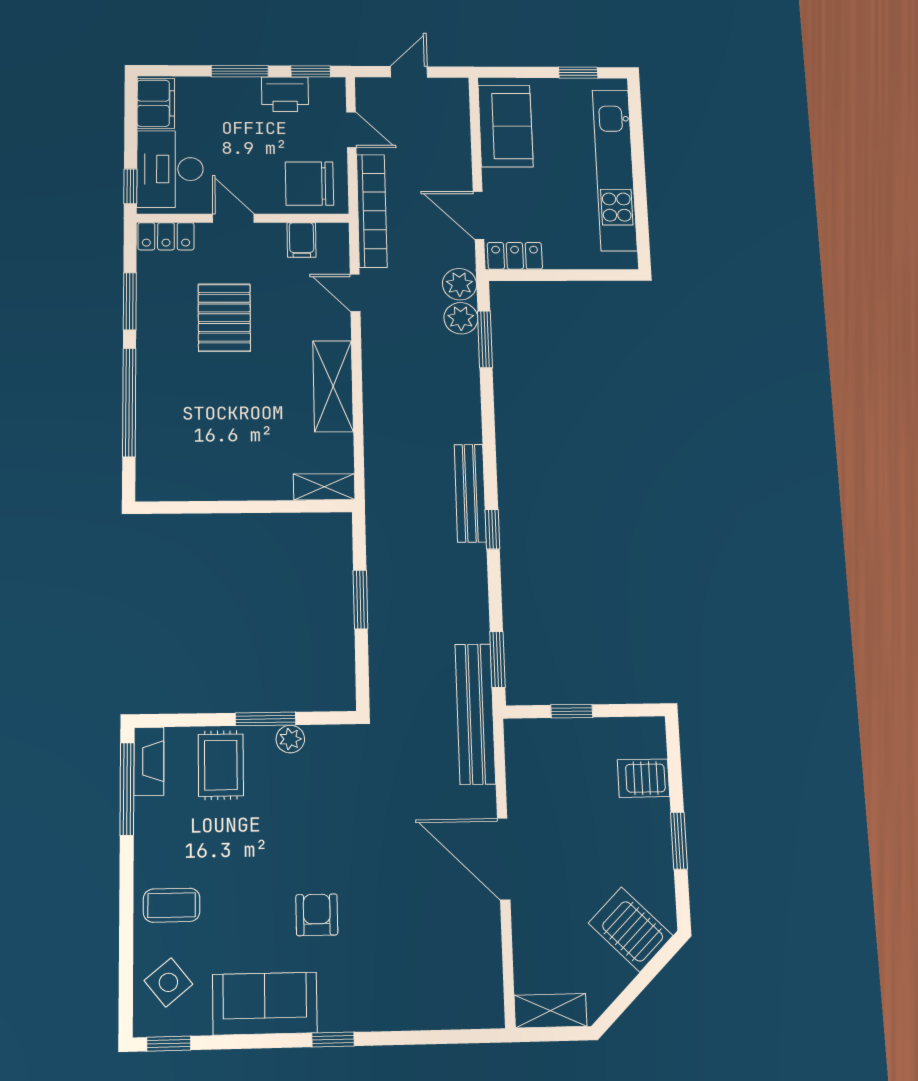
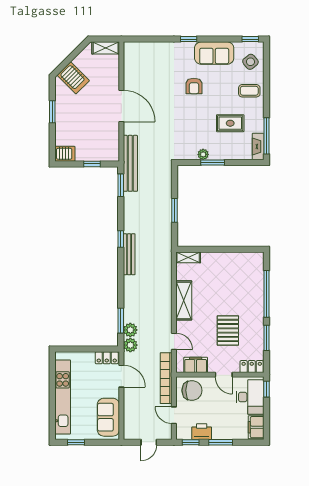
filing cabinet: (302, 240) -> (196, 365), width x2.00
rug: (221, 765) -> (230, 123), moved, turned 90
server rack: (643, 778) -> (65, 154), moved

